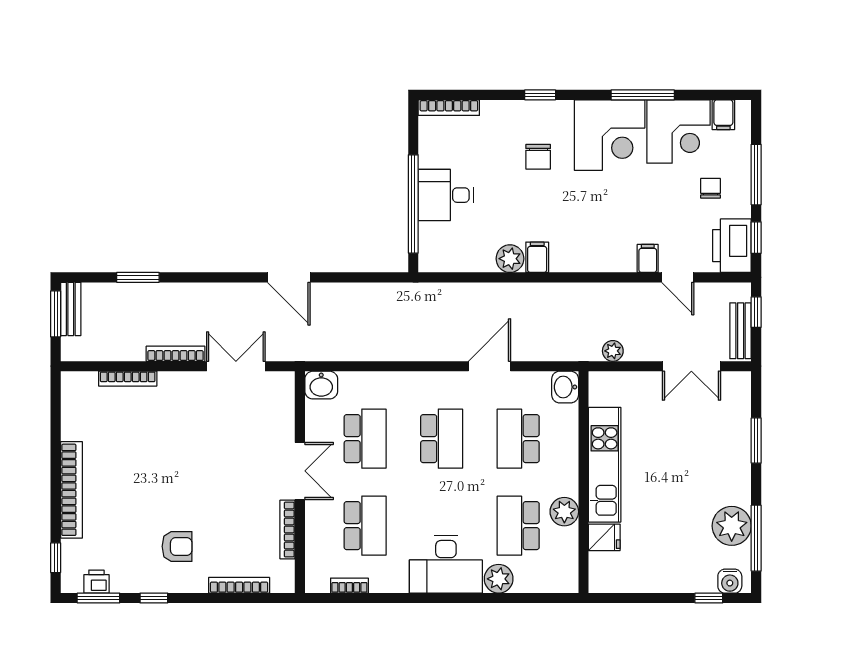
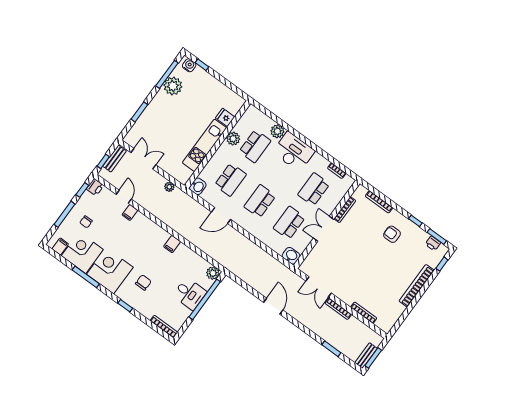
printer: (732, 246) -> (95, 187), width x0.53, depth x0.68
plant: (510, 259) -> (213, 273), moved

